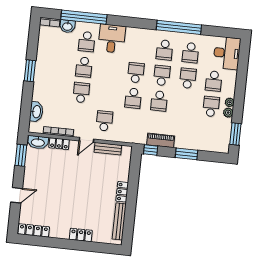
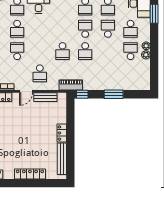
school desk: (136, 73) -> (62, 29), removed
school desk: (104, 121) -> (40, 73), turned 180
window: (235, 134) -> (154, 14), moved
piano: (161, 140) -> (71, 85), moved
locker: (81, 235) -> (30, 174), width x1.53

